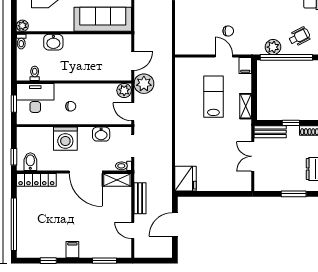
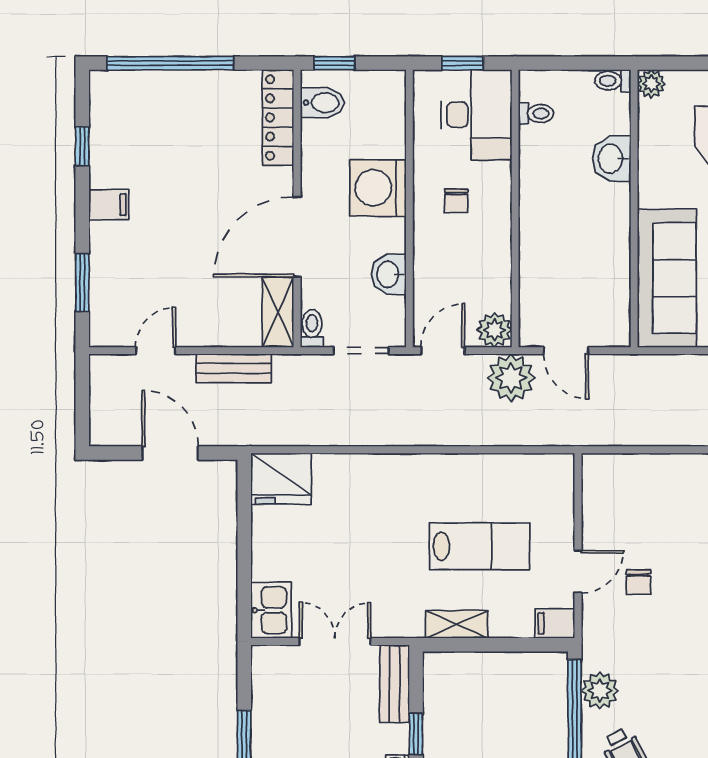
kitchen sink: (240, 183) -> (271, 610), added

